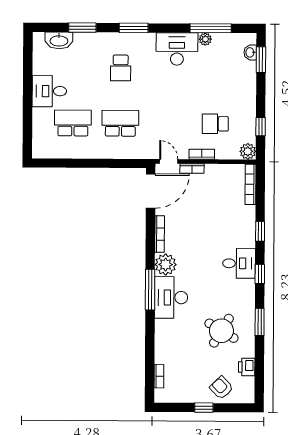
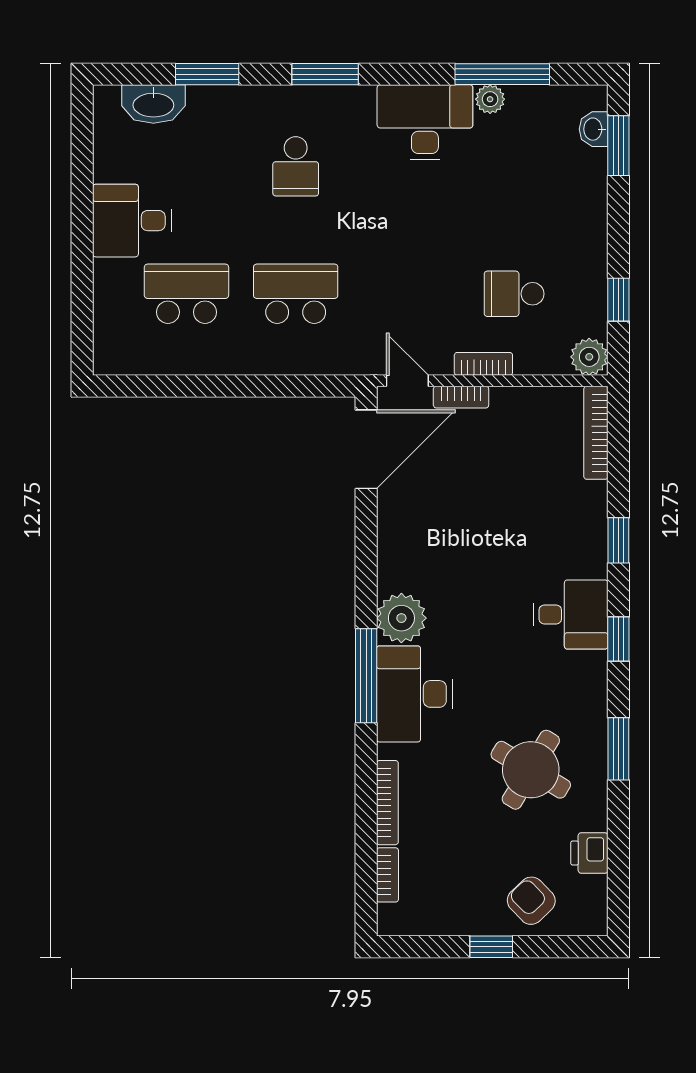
bookcase: (160, 234) -> (387, 803), moved

